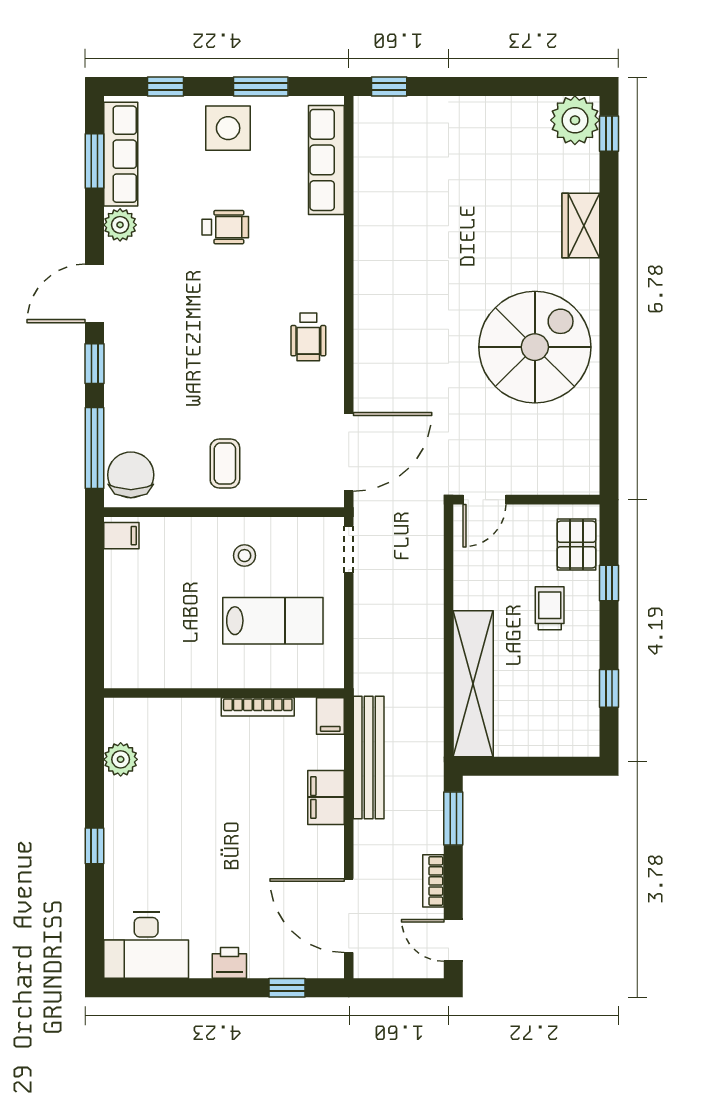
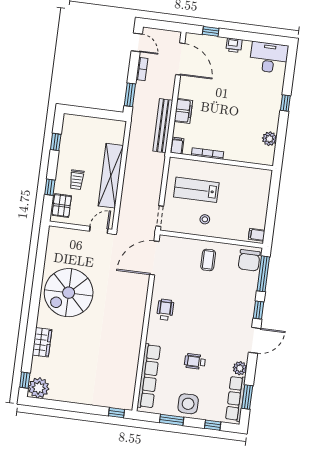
row of seats: (326, 160) -> (149, 376), width x1.36
shelving: (473, 684) -> (111, 176), moved

